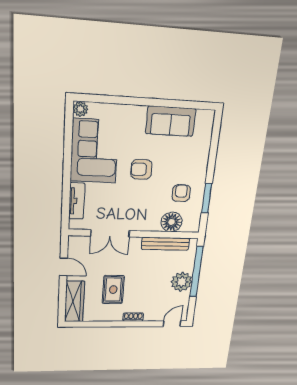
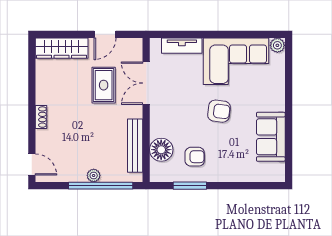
armchair: (141, 169) -> (219, 111), turned 97
plant: (182, 282) -> (94, 175), width x0.53, depth x0.53
rug: (113, 290) -> (104, 85), moved, turned 90

